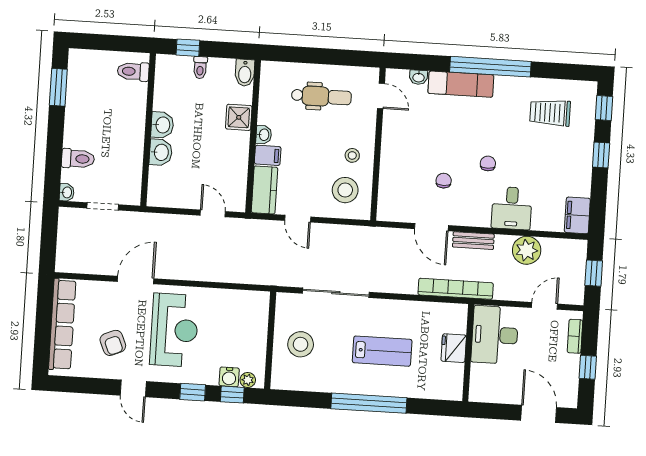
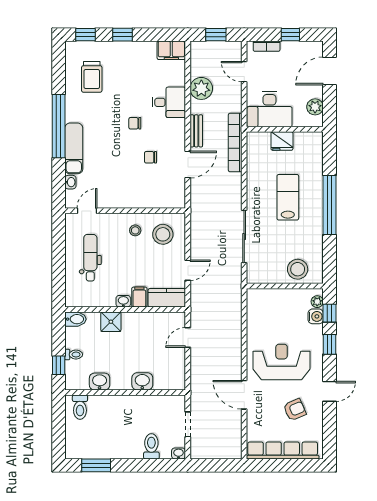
washbasin: (162, 125) -> (100, 382), moved
stool: (301, 344) -> (298, 269), moved
plant: (494, 393) -> (315, 107), added

